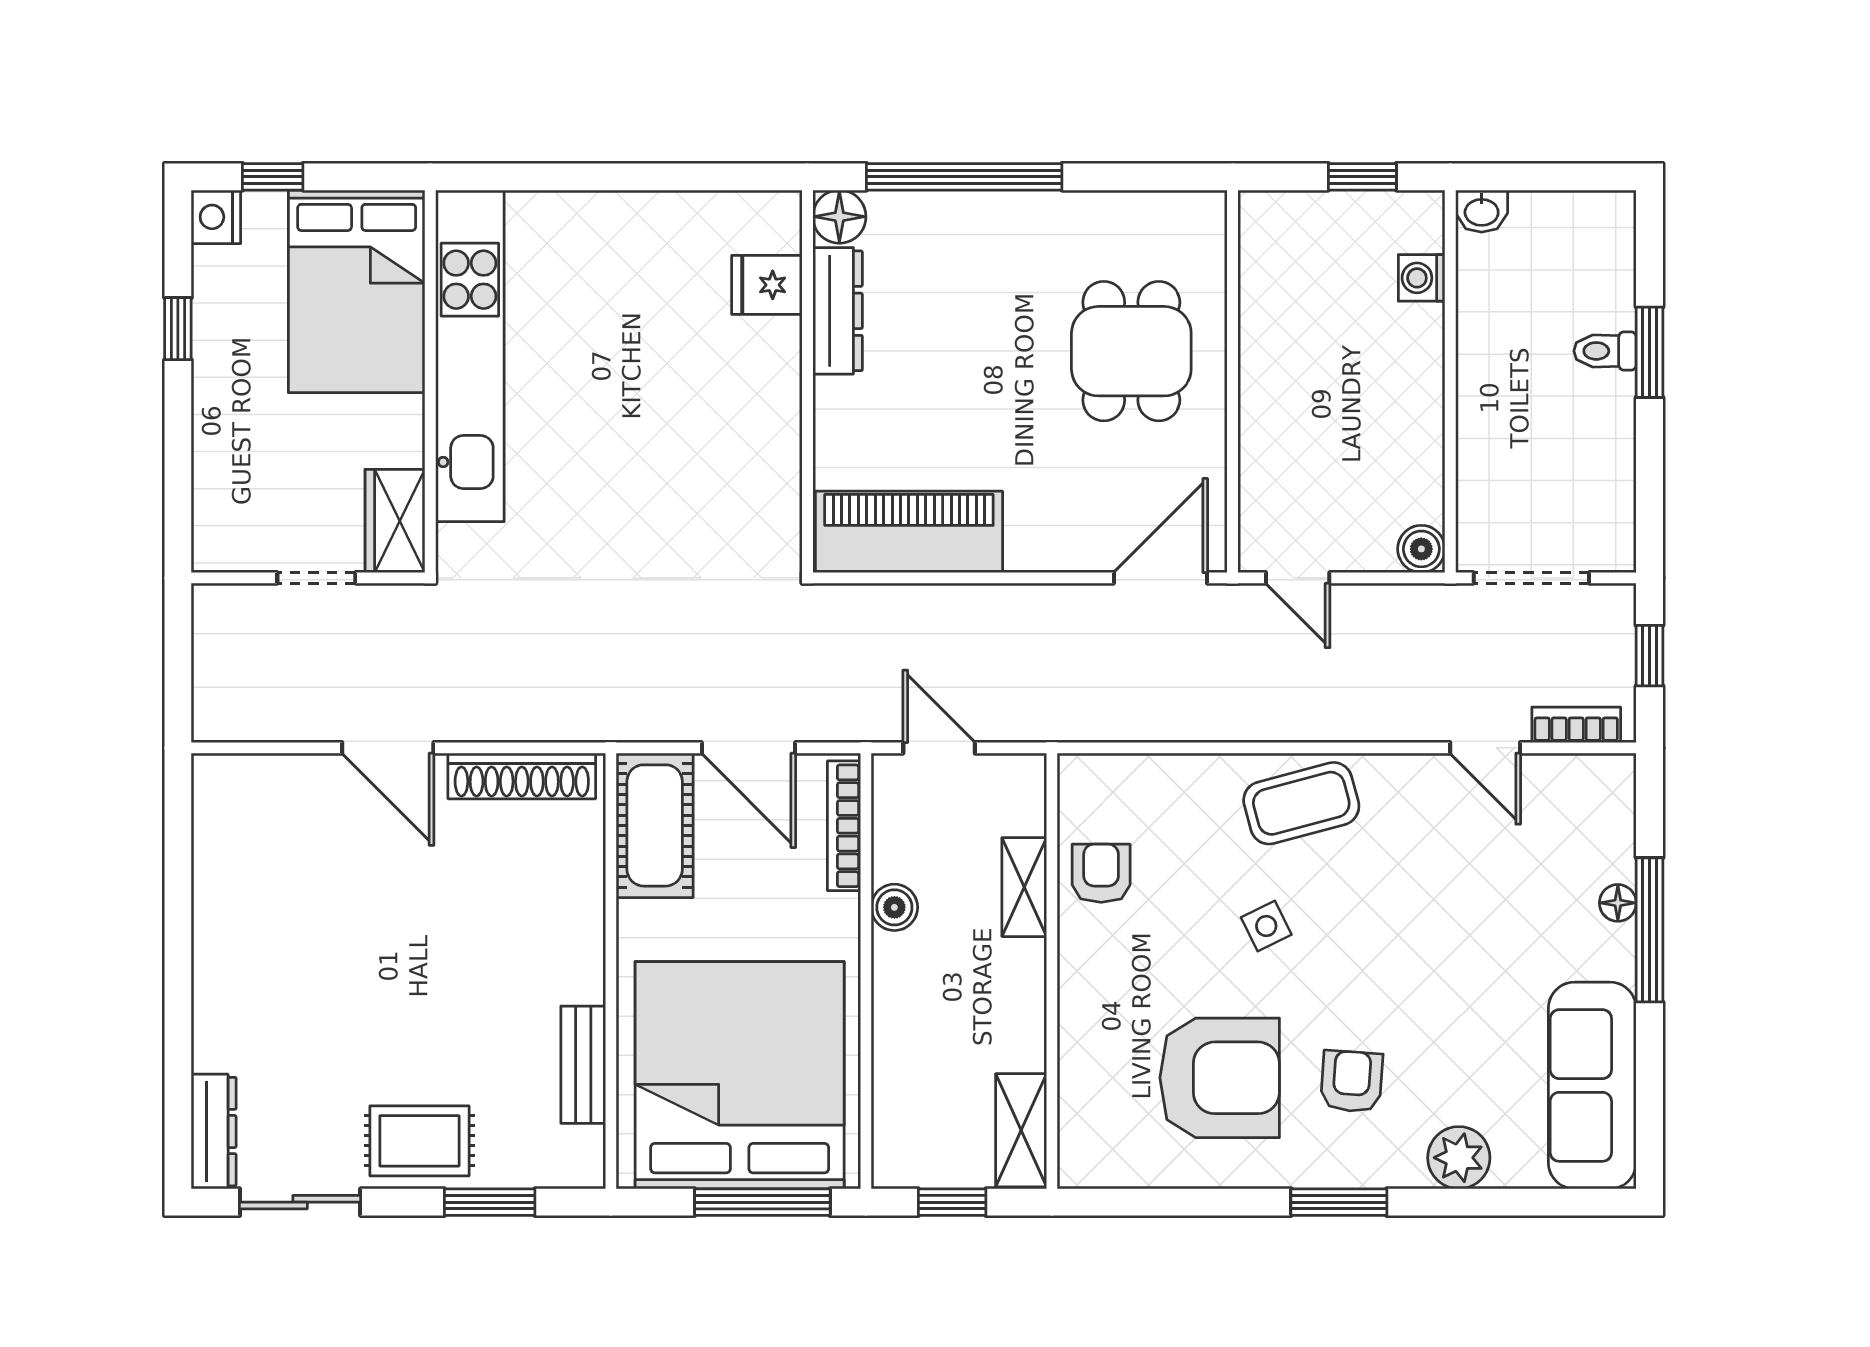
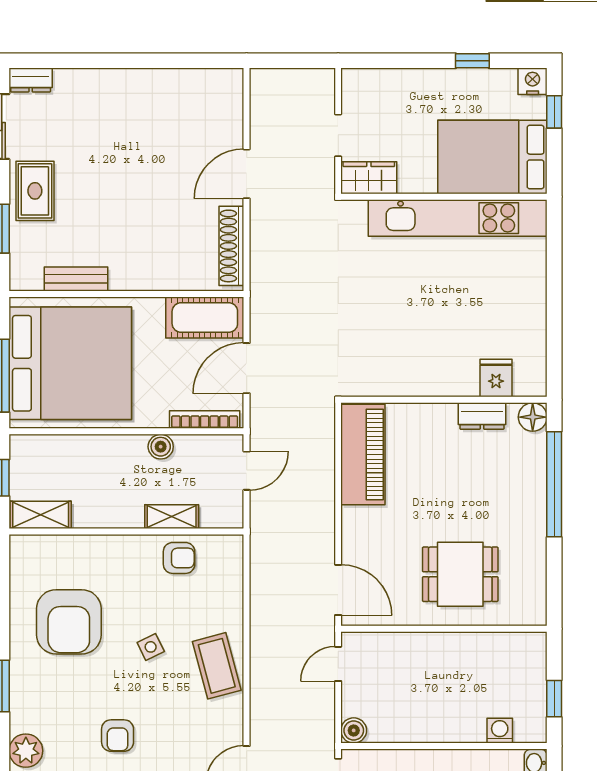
dresser: (838, 311) -> (482, 416), width x0.70
armchair: (1352, 1081) -> (118, 736), moved, turned 86
dresser: (214, 1132) -> (31, 80), width x0.70

